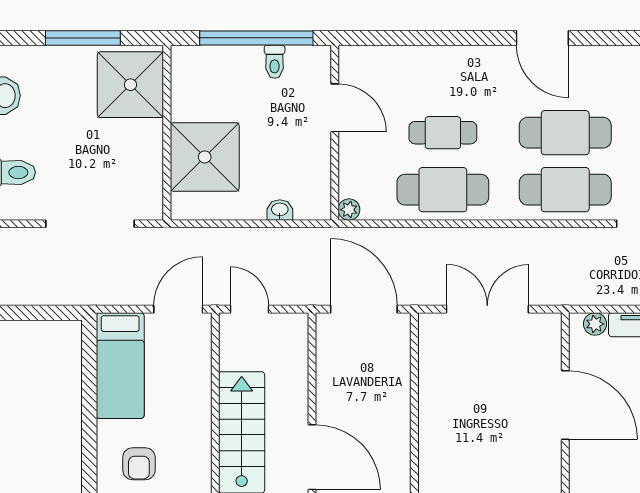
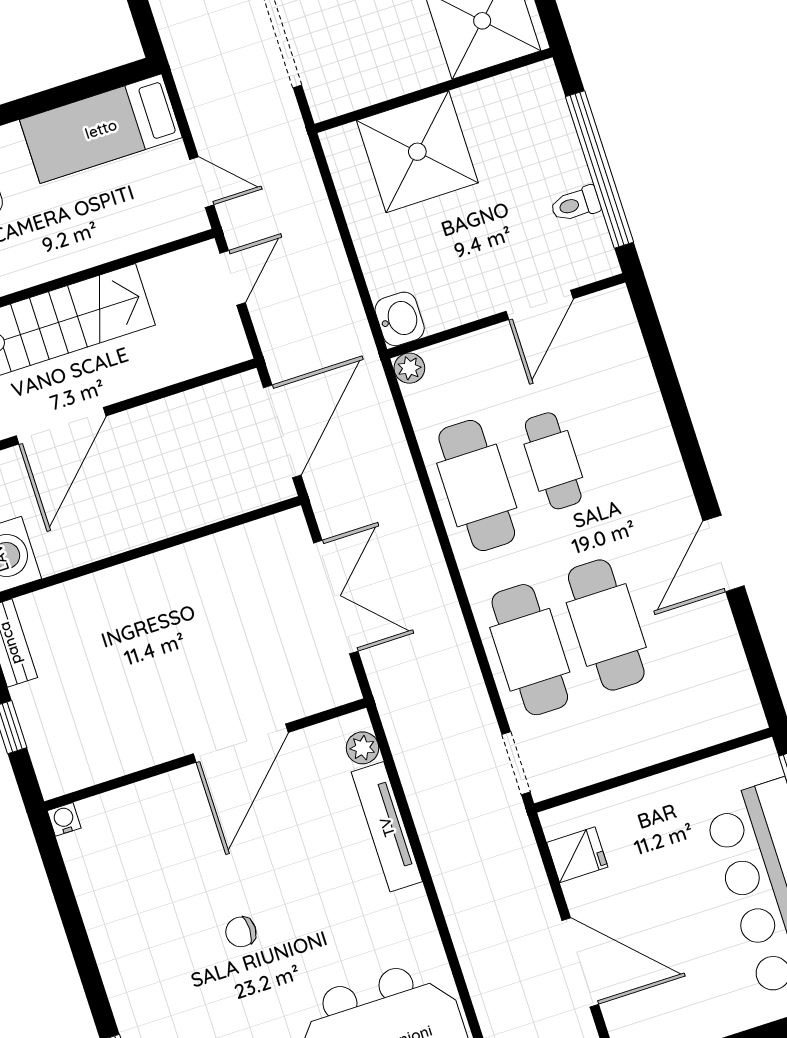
washbasin: (280, 210) -> (400, 319), moved, width x1.38, depth x1.45
door: (178, 309) -> (202, 182), width x0.73

